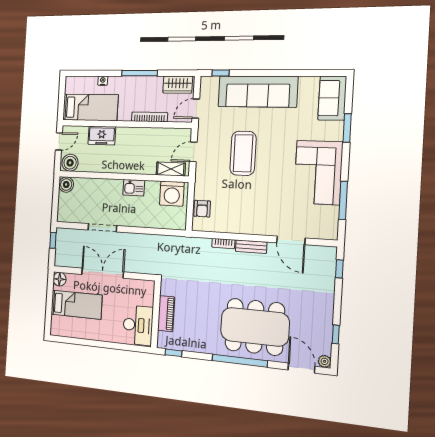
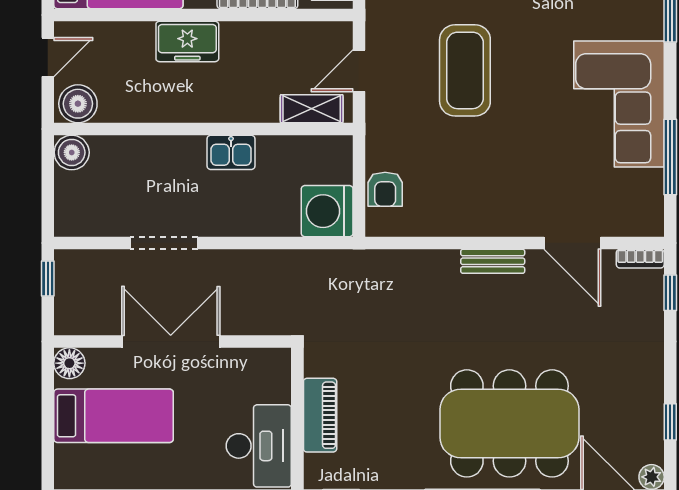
freezer: (102, 136) -> (187, 41), moved
washing machine: (172, 194) -> (327, 211), moved, turned 90
bookcase: (223, 243) -> (640, 259), moved

